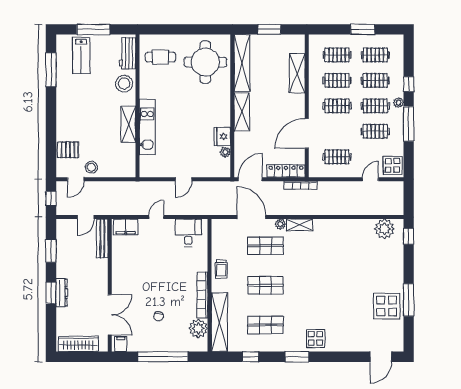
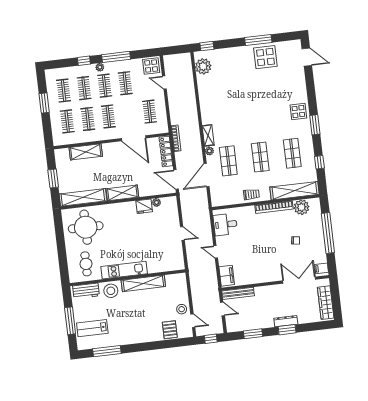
lab bench: (81, 55) -> (92, 328), turned 180
shelving: (128, 124) -> (143, 283), width x1.47
kitchen unit: (147, 127) -> (124, 270), moved

